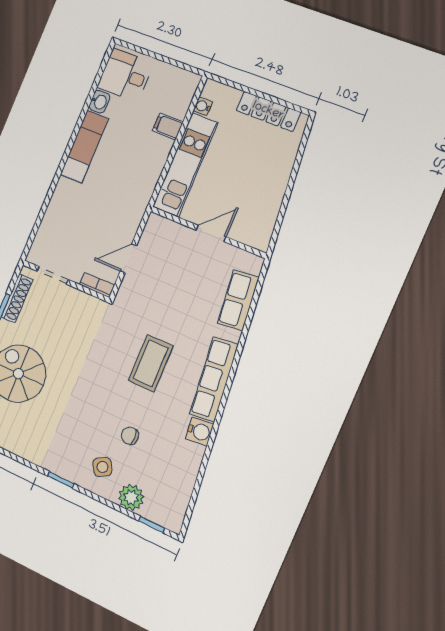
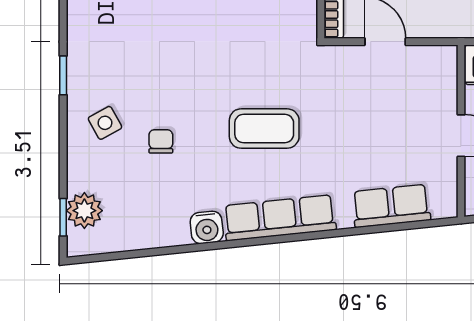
plant: (131, 497) -> (84, 211), moved

